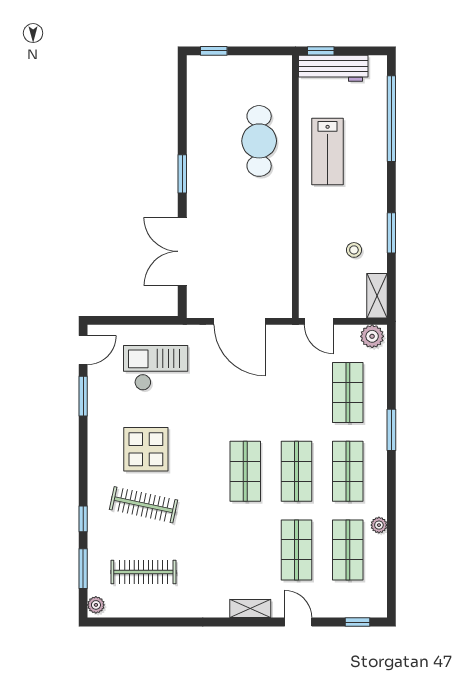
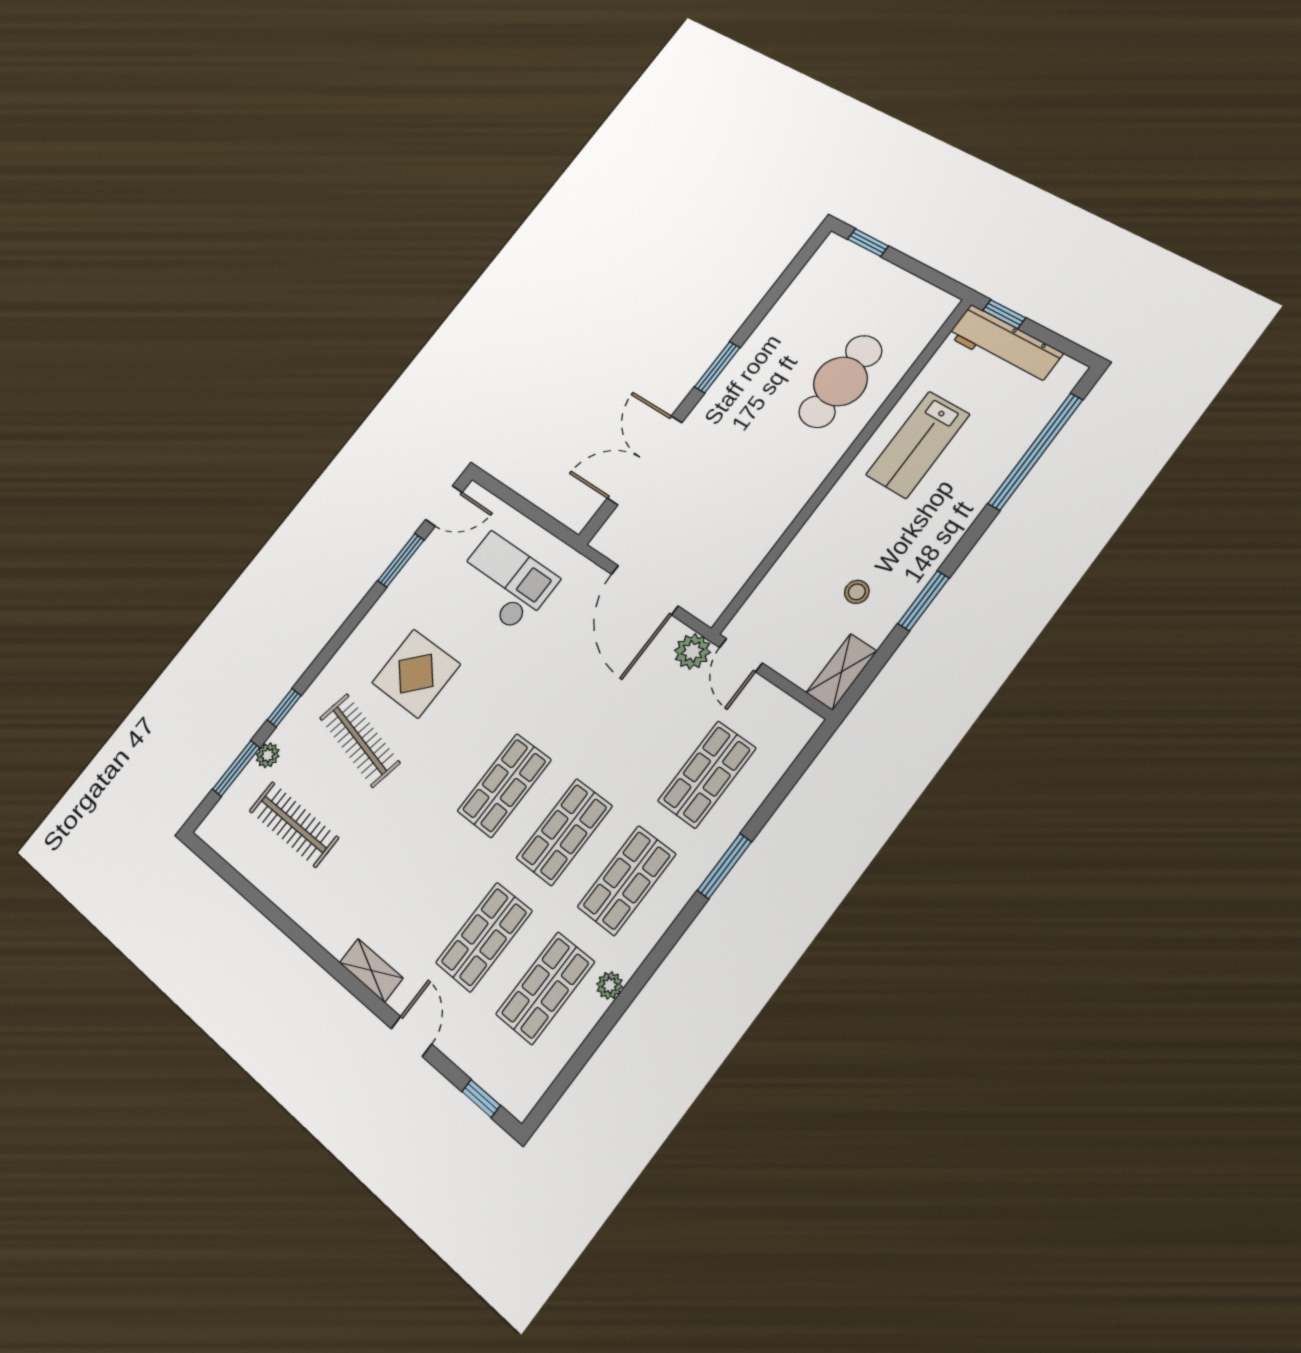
plant: (372, 336) -> (692, 651), moved
plant: (96, 605) -> (268, 755), moved

